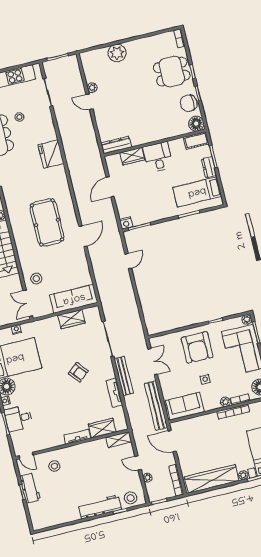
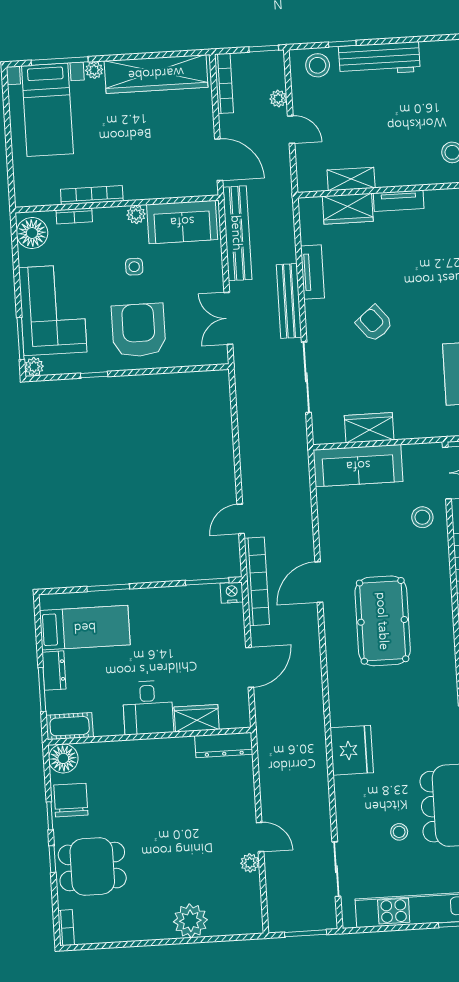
chair: (189, 103) -> (71, 800), turned -90
bookcase: (114, 231) -> (257, 581), added
plant: (225, 402) -> (136, 214), moved
shelving: (119, 440) -> (351, 179), moved

